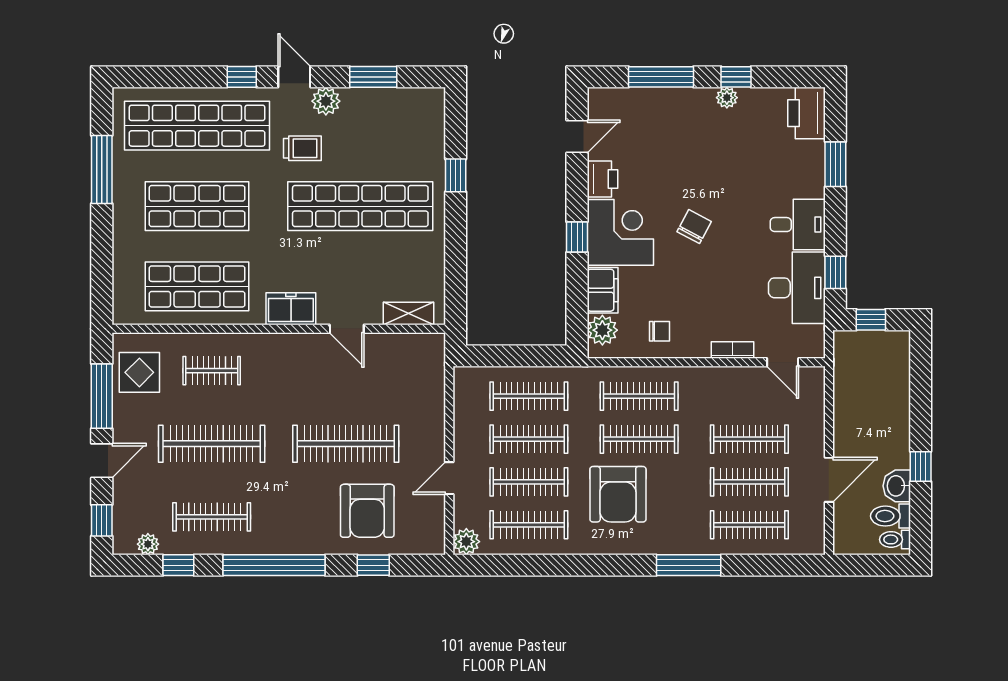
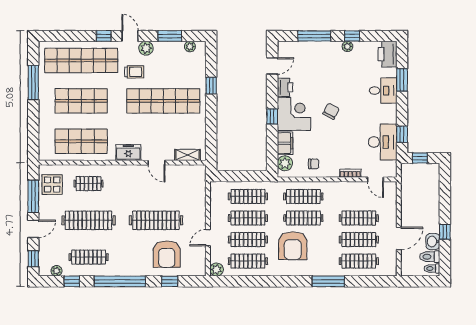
plant: (413, 98) -> (190, 47), added
desk: (798, 225) -> (383, 91), moved

